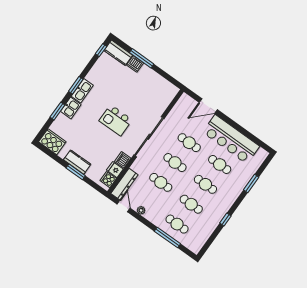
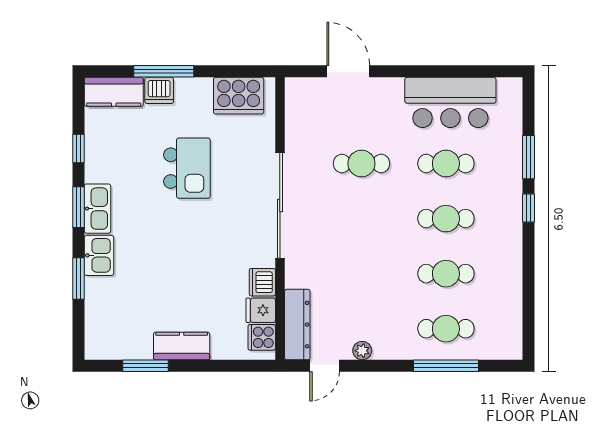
window: (101, 50) -> (79, 149), moved
door: (208, 106) -> (348, 71), swing flipped
kitchen island: (116, 120) -> (187, 168), moved, turned -90
bar counter: (231, 139) -> (450, 102), width x0.73
cooker: (52, 142) -> (239, 96), moved, turned 180
cafe table: (175, 163) -> (361, 219), removed
window: (76, 172) -> (145, 366), moved
cafe table: (161, 182) -> (361, 274), removed
door: (124, 206) -> (325, 366), swing flipped
window: (225, 219) -> (529, 208), moved

